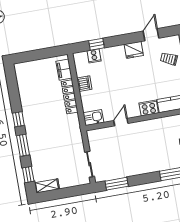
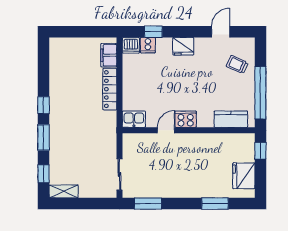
fridge: (134, 50) -> (183, 46), moved
dishwasher: (84, 84) -> (131, 45), moved, turned 90
cooker: (149, 108) -> (186, 119), moved

